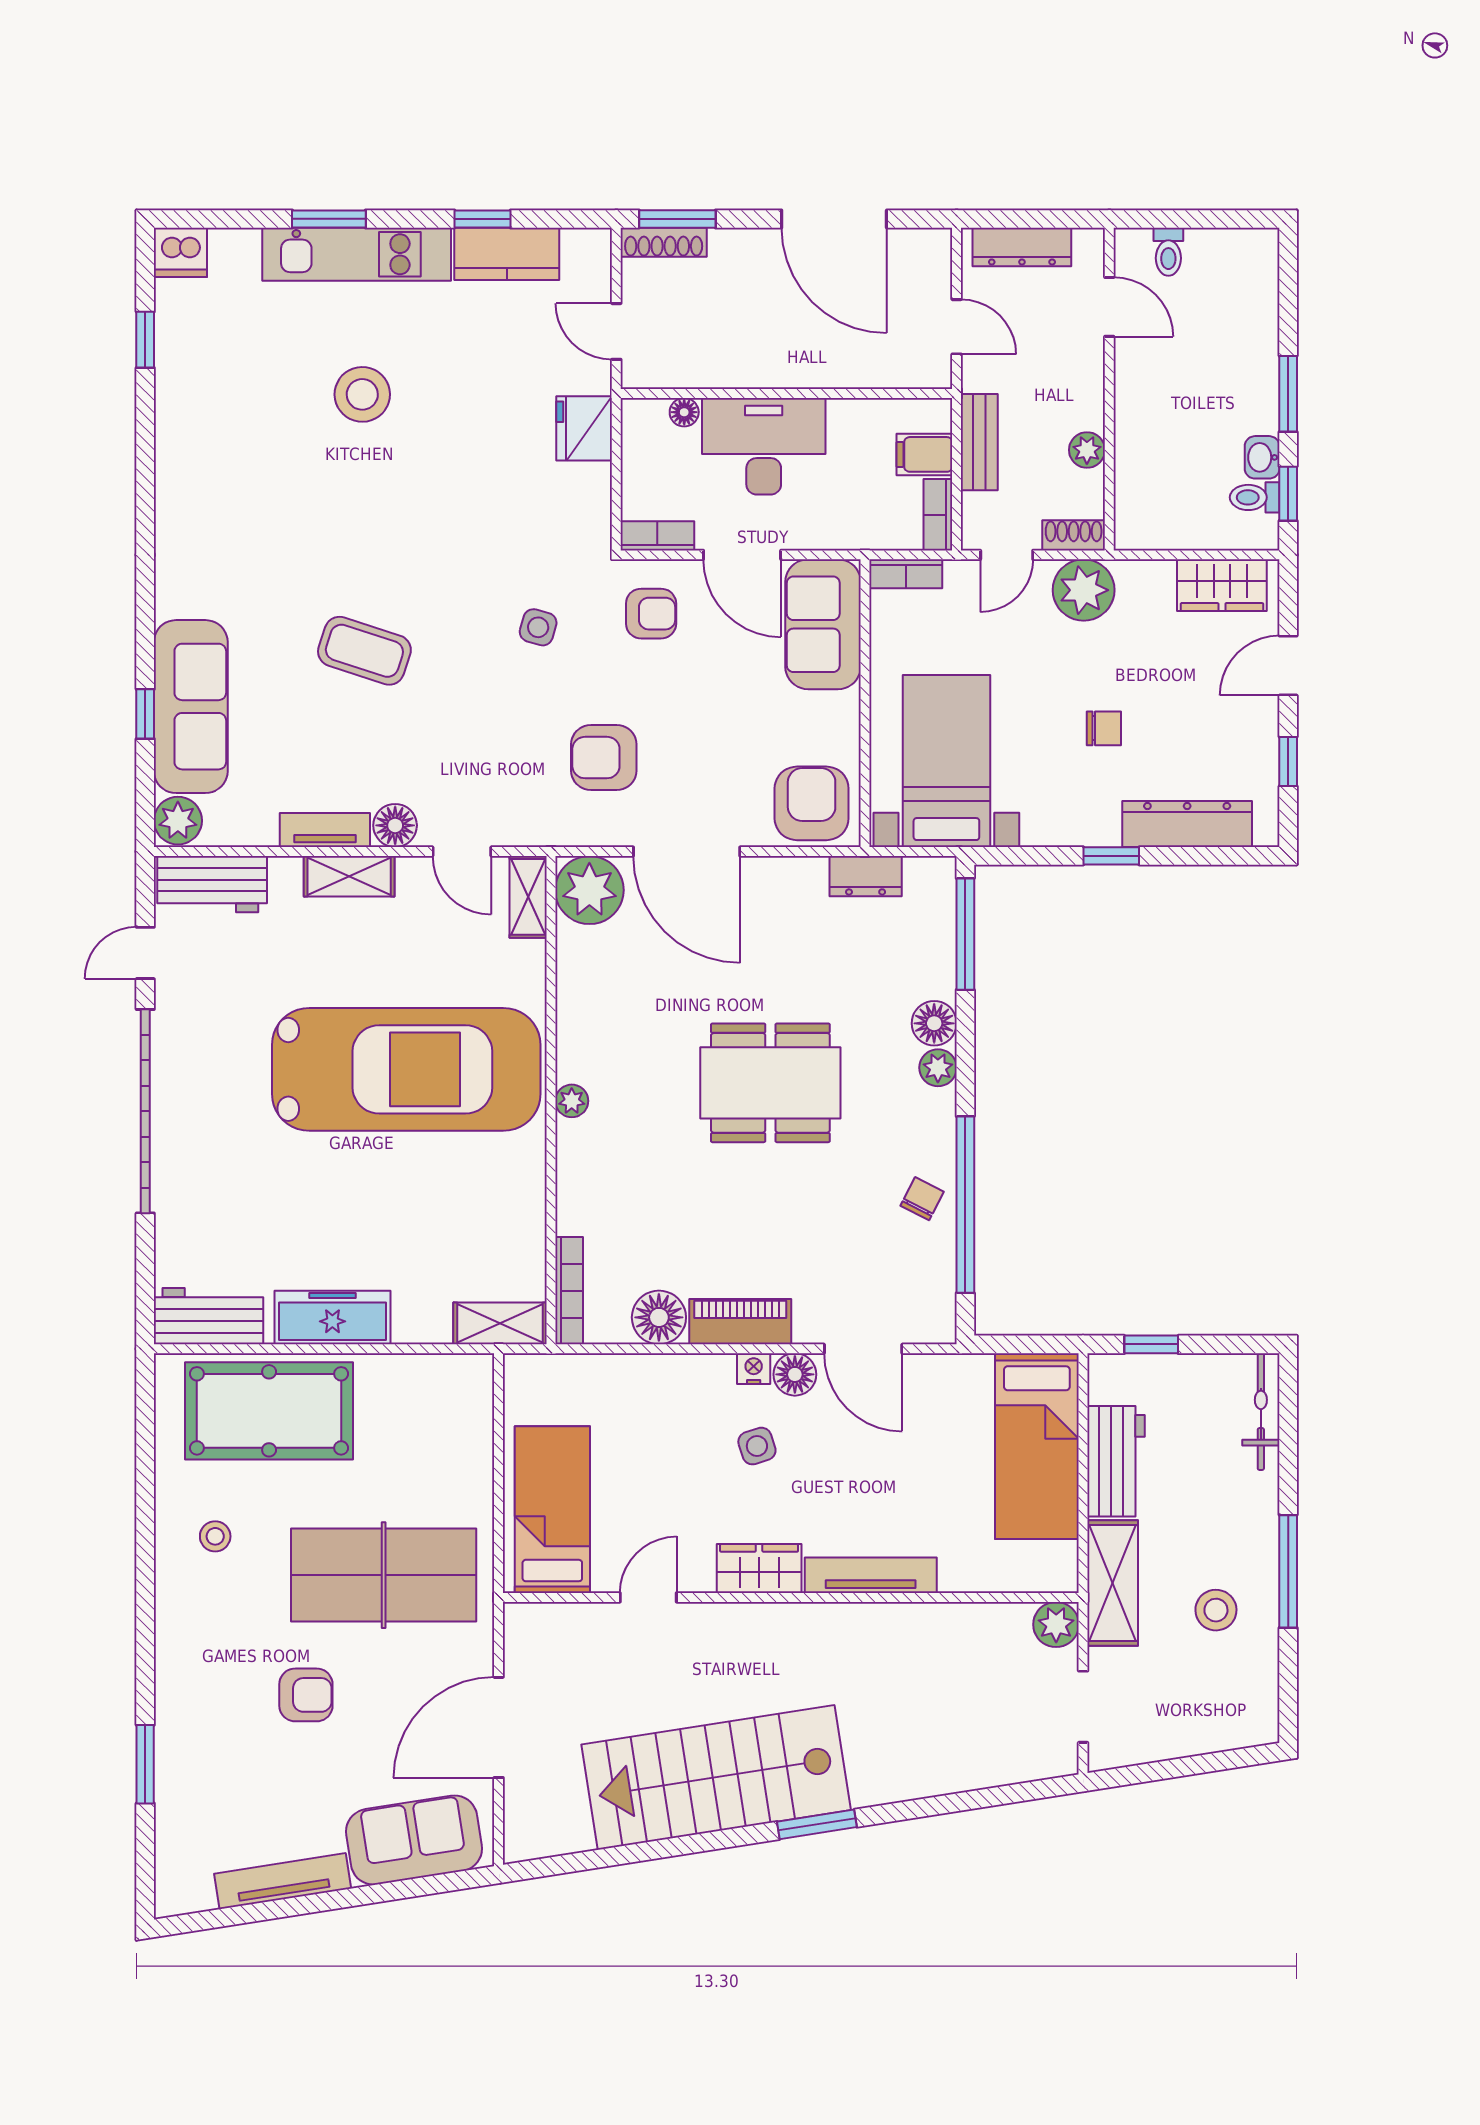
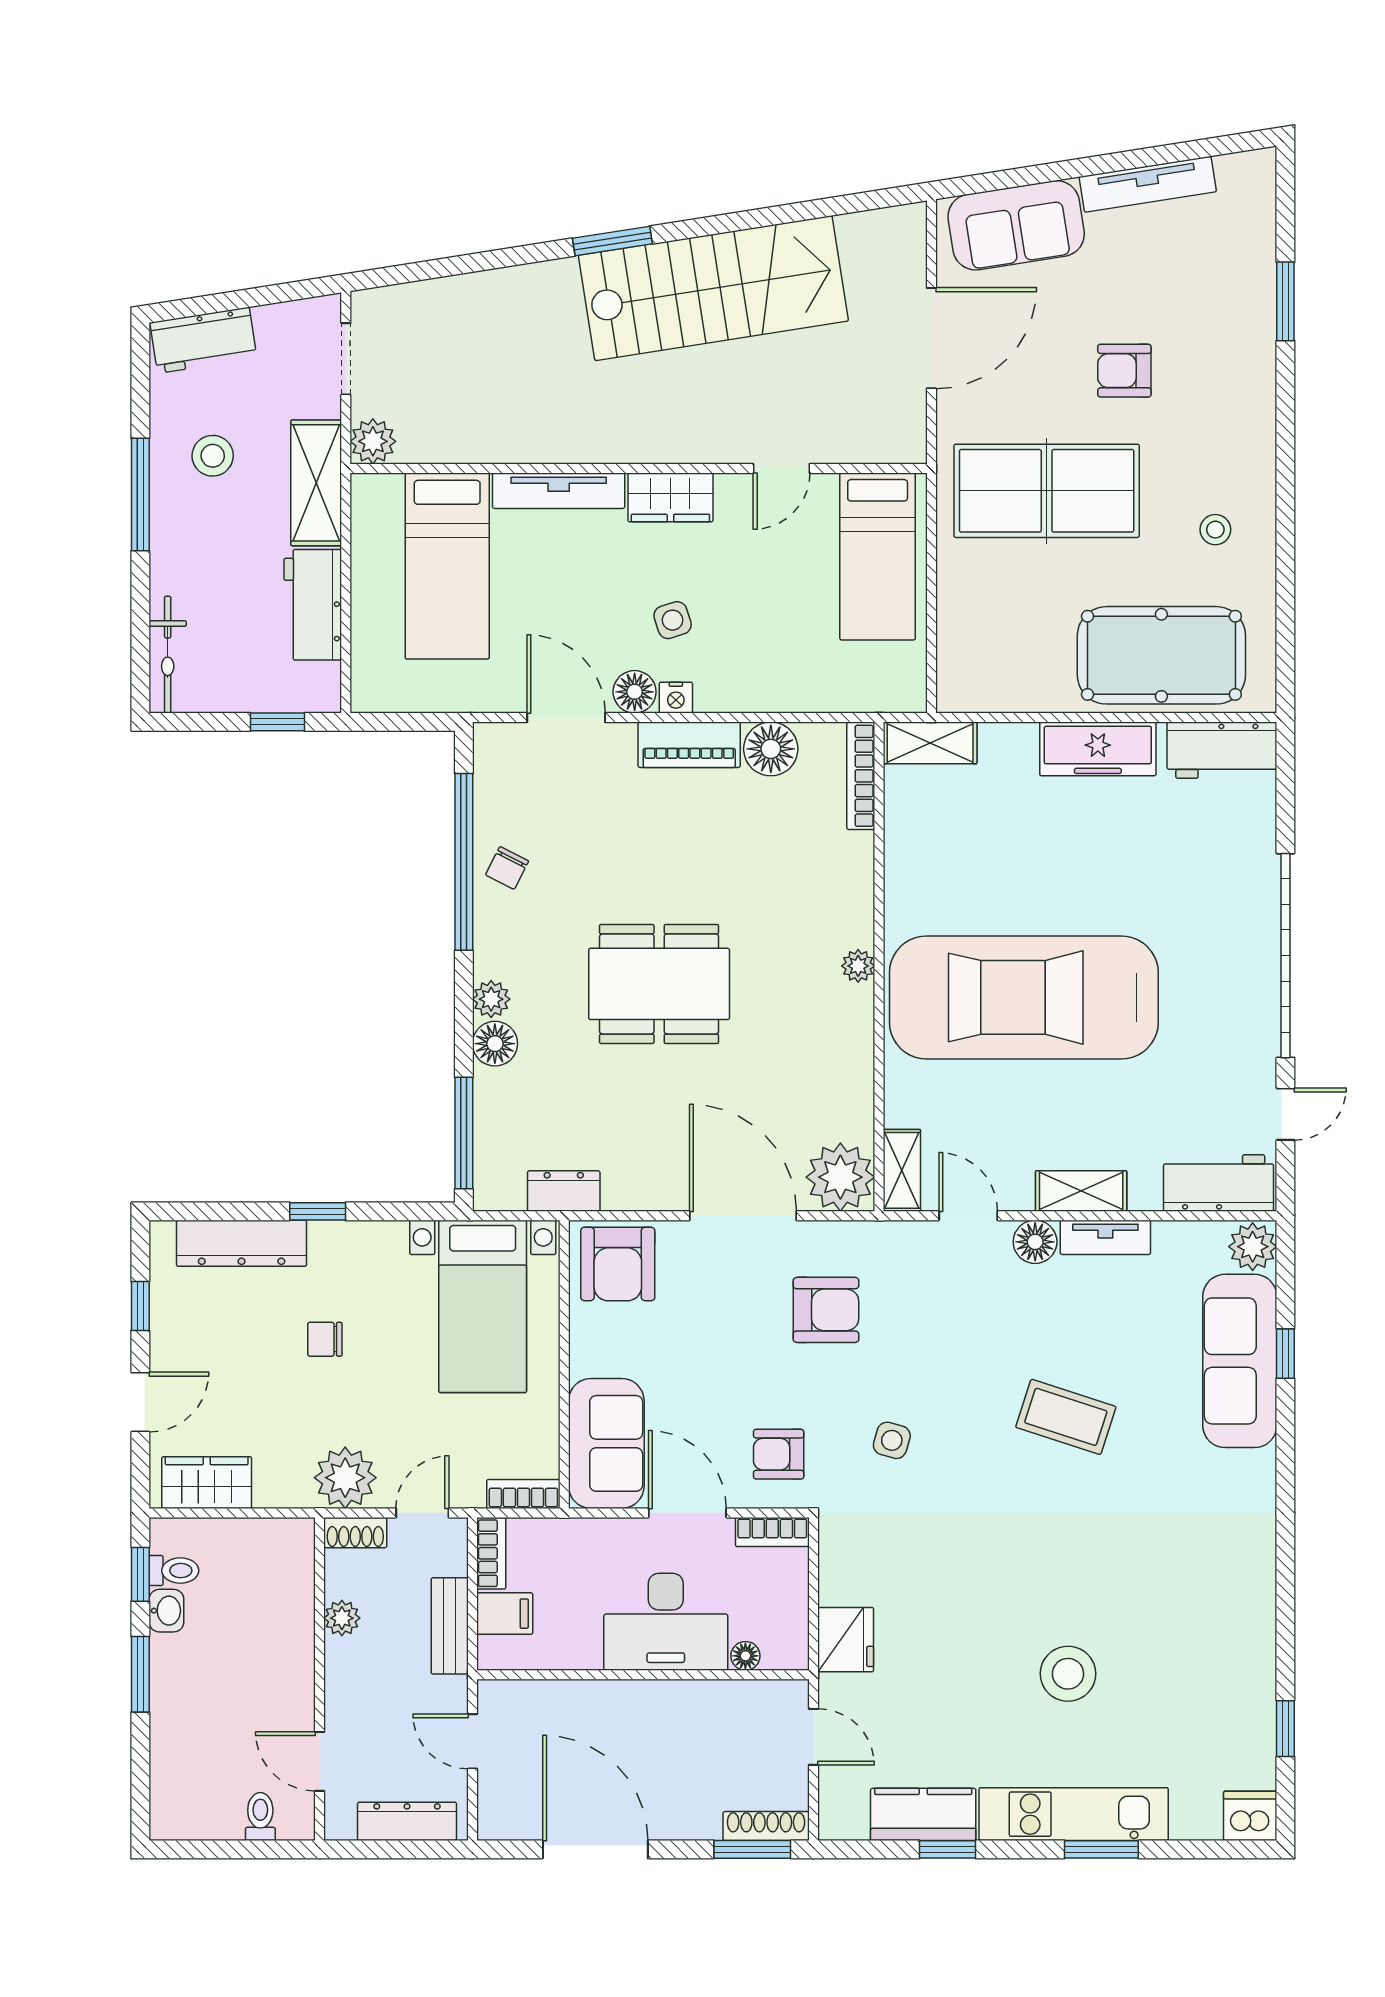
bed: (1037, 1446) -> (447, 566), moved, turned 180
workbench: (1225, 1725) -> (203, 340), added

